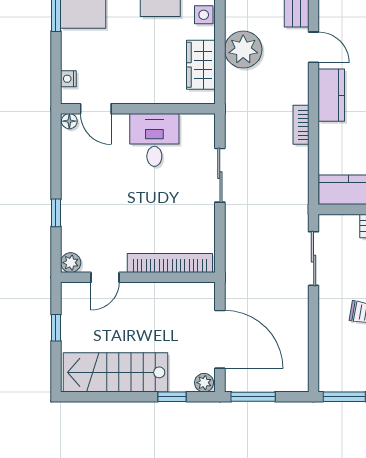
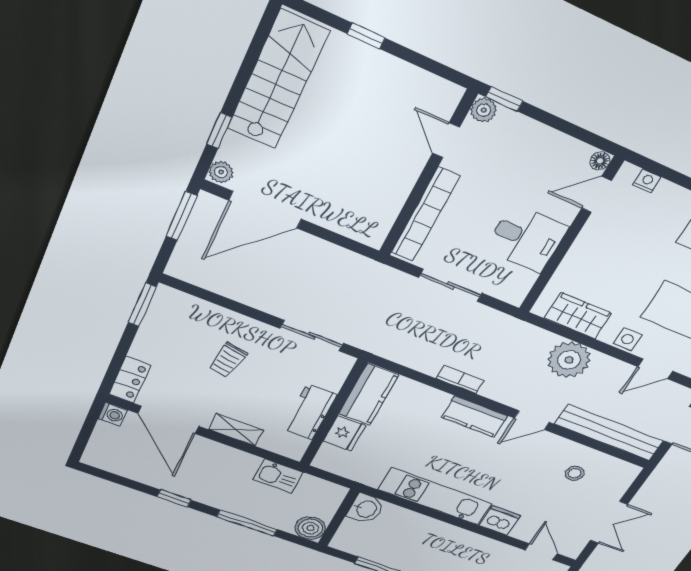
plant: (71, 263) -> (484, 110), moved
bookcase: (170, 263) -> (425, 215), moved
door: (105, 277) -> (446, 140), moved
wall: (138, 277) -> (427, 175), moved

